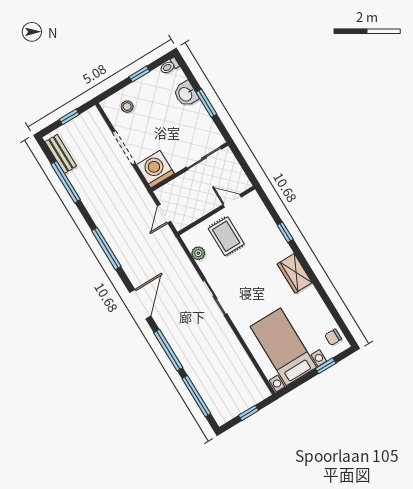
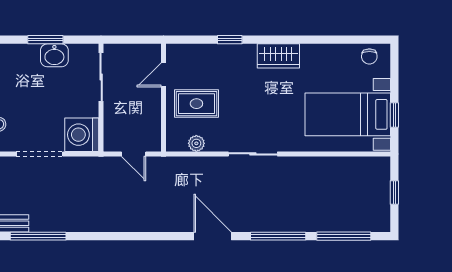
washbasin: (186, 94) -> (54, 55), moved
window: (106, 249) -> (133, 236), removed
window: (326, 366) -> (394, 115), moved

